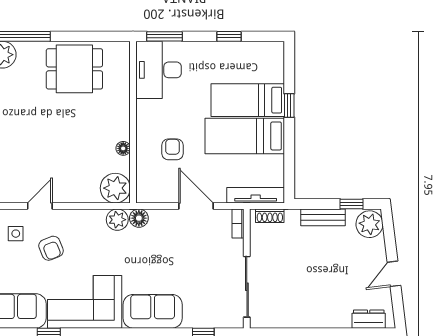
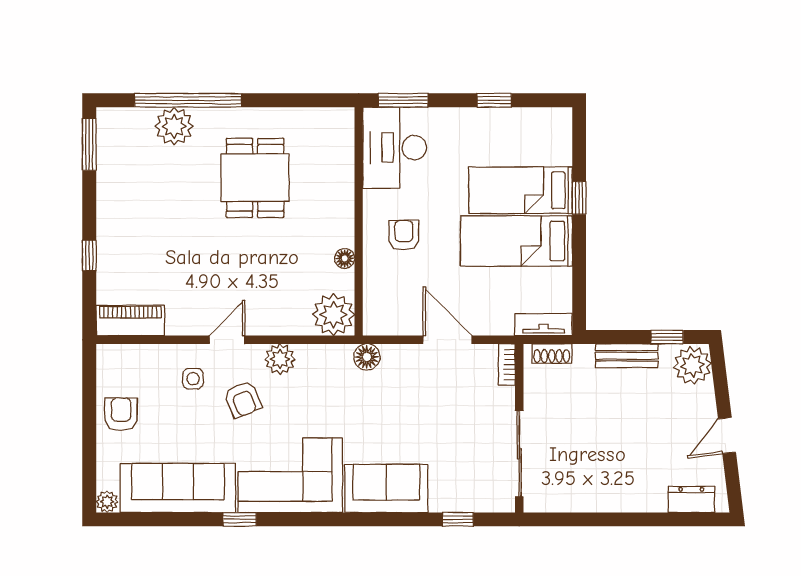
dining table: (74, 69) -> (255, 178), moved, turned 90
armchair: (172, 149) -> (404, 235), moved
tv unit: (256, 195) -> (543, 325), width x0.71
plant: (117, 220) -> (280, 359), moved

